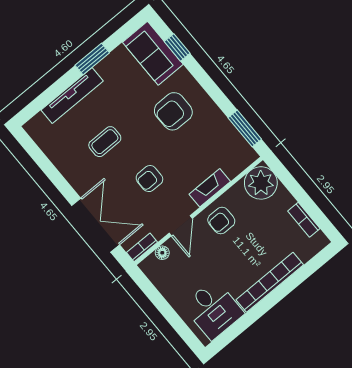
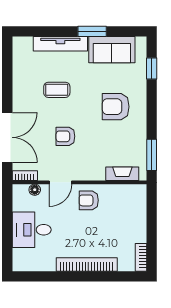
sofa: (153, 53) -> (112, 50), moved, turned -90
plant: (261, 183) -> (133, 197), removed
fireplace: (210, 188) -> (122, 174), moved
bookcase: (304, 220) -> (141, 257), moved
desk: (213, 309) -> (32, 230), moved, turned 90

